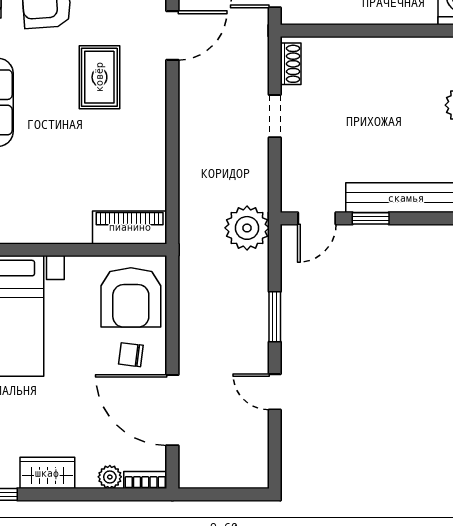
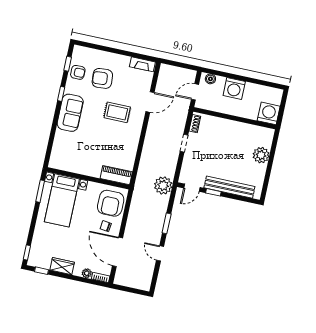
rug: (99, 77) -> (117, 112), turned 90

